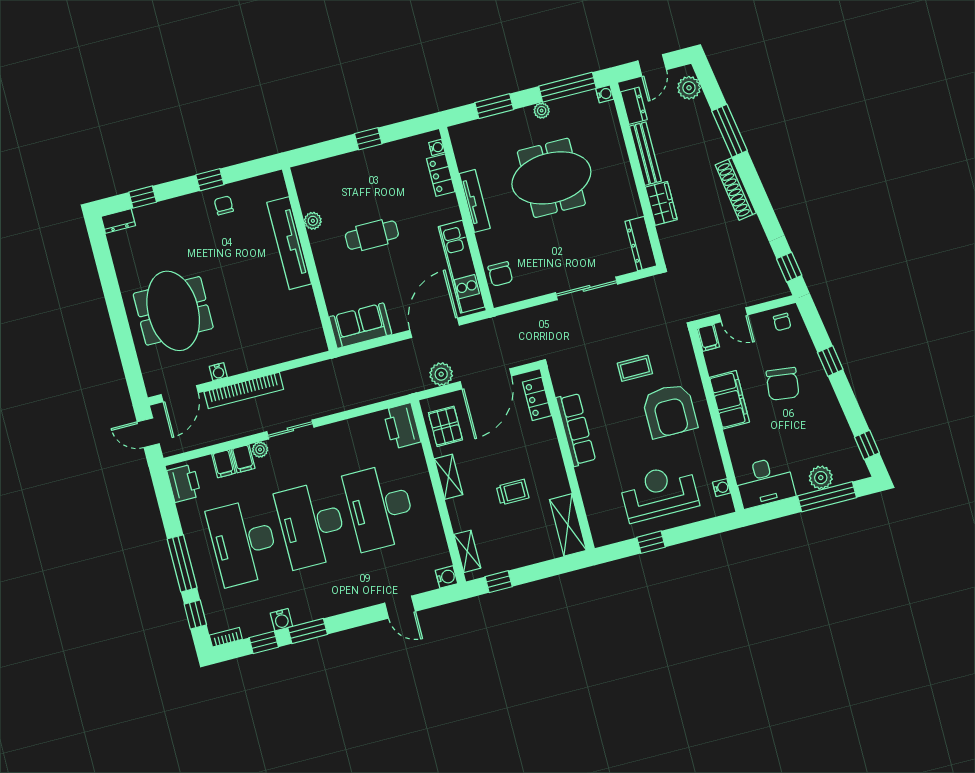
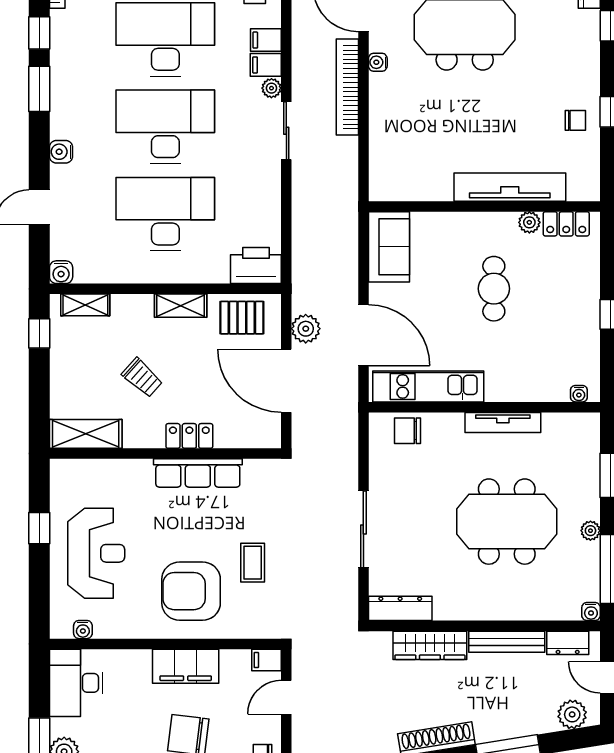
locker: (441, 175) -> (566, 224), moved, turned 180
meeting table: (551, 178) -> (507, 522), turned 90
wardrobe: (661, 203) -> (430, 645), width x1.50
locker: (537, 399) -> (189, 436), moved
trolley: (513, 492) -> (142, 378), turned -48
water cooler: (281, 620) -> (61, 152), moved

